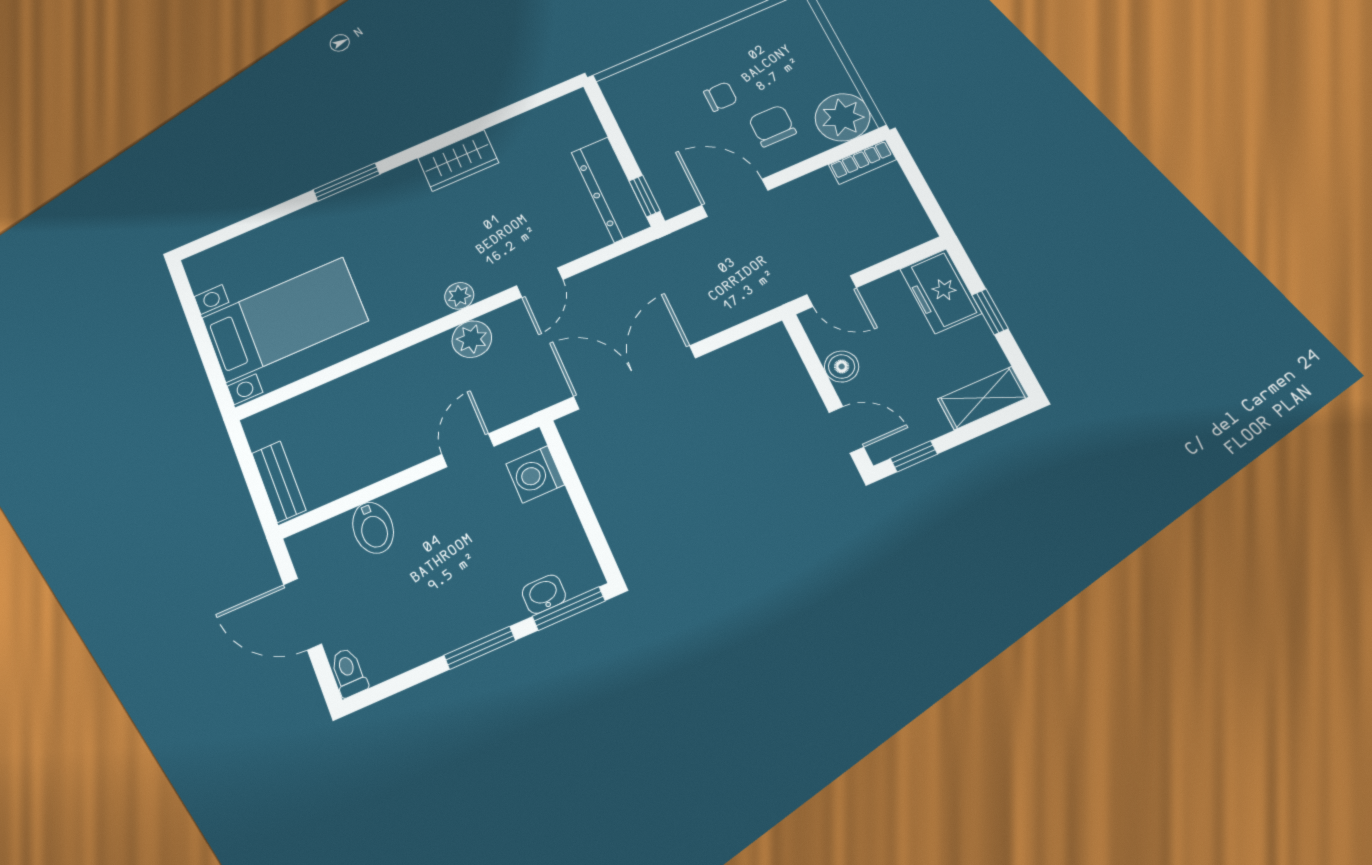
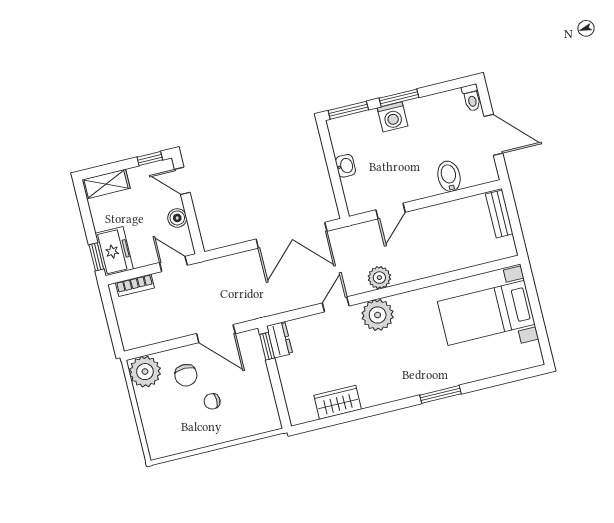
wardrobe: (458, 161) -> (338, 402), moved
bookcase: (862, 162) -> (135, 285), moved, turned 180
dresser: (611, 189) -> (280, 340), width x0.51, depth x0.80
plant: (459, 296) -> (378, 315), width x1.88, depth x1.88
window: (990, 312) -> (96, 257), moved
washing machine: (535, 474) -> (393, 117), moved, turned 90
washbasin: (544, 594) -> (345, 166), moved, turned -90

